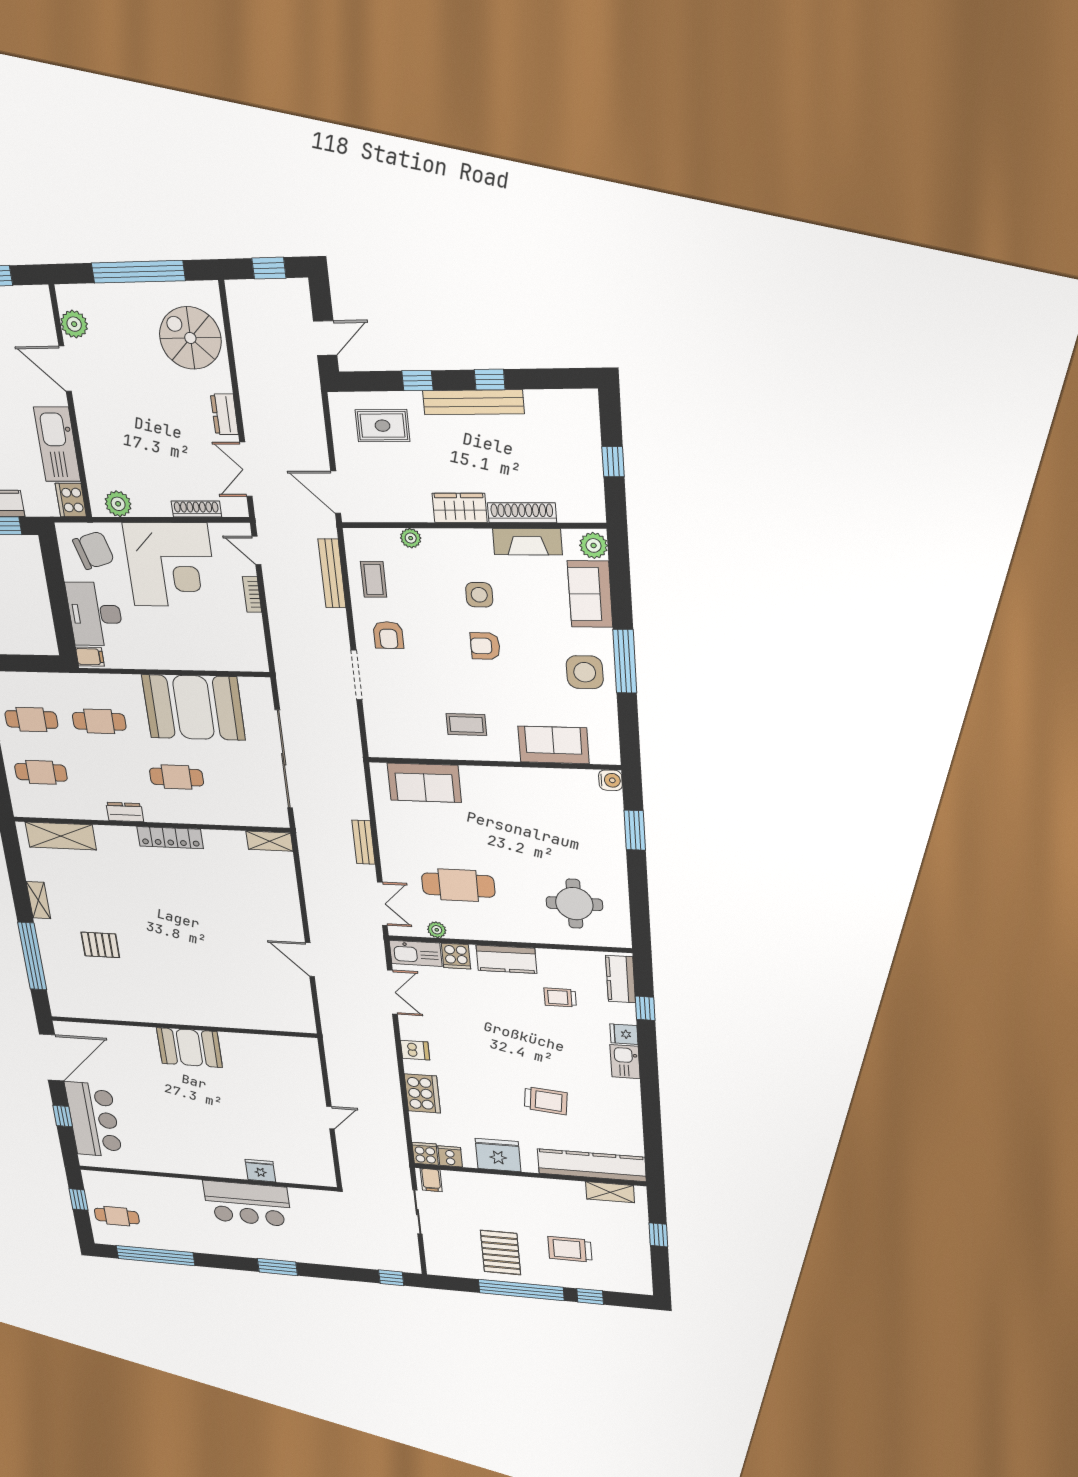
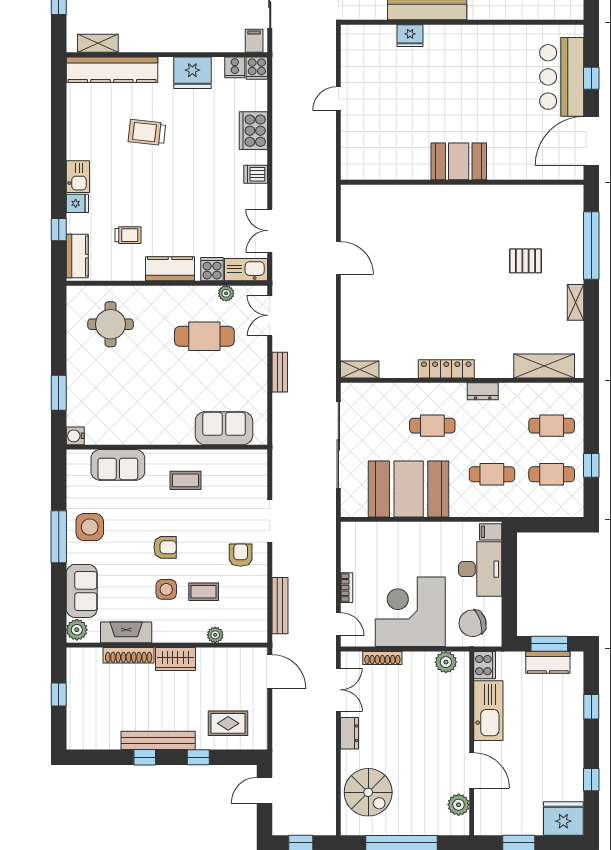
coffee table: (374, 579) -> (204, 592), moved, turned 90

